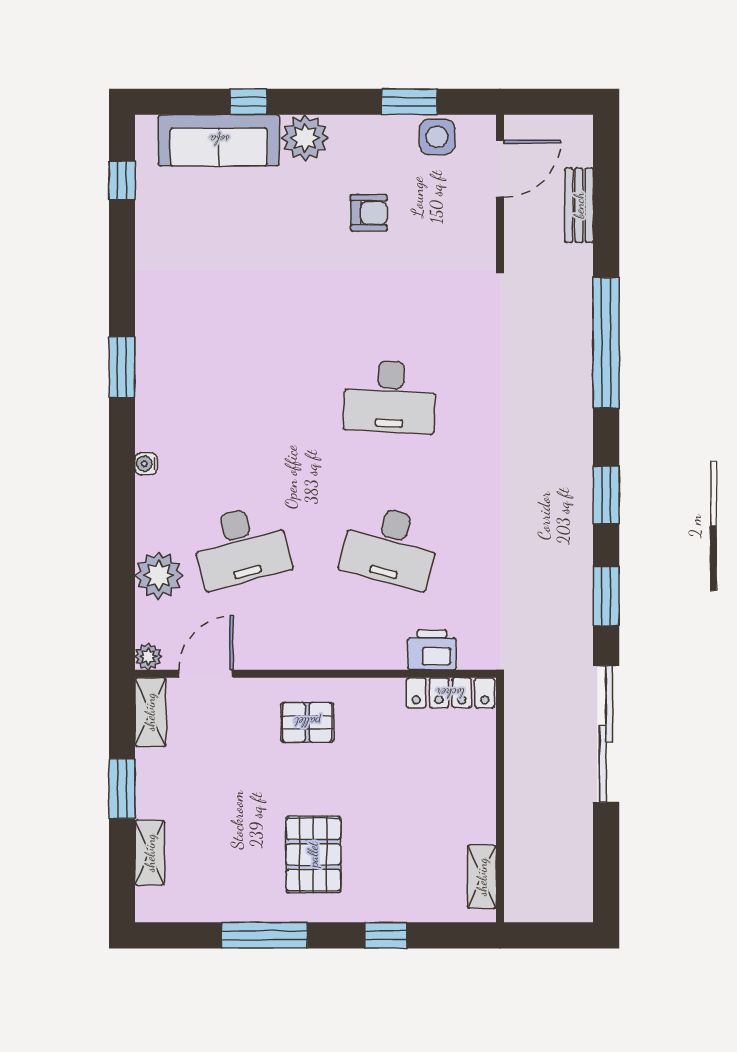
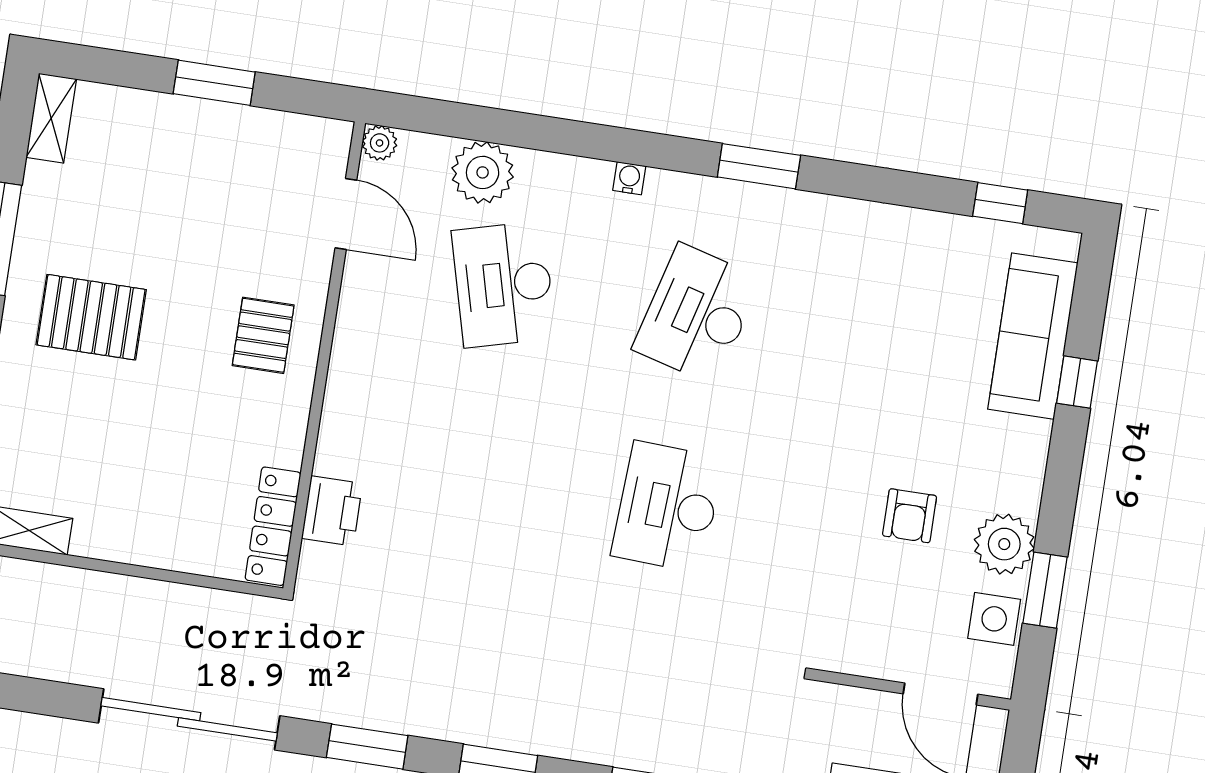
plant: (305, 138) -> (1004, 544), moved
desk: (390, 546) -> (697, 314), moved
shelving: (150, 712) -> (307, 135), removed
shelving: (150, 853) -> (51, 118), moved, turned 90

